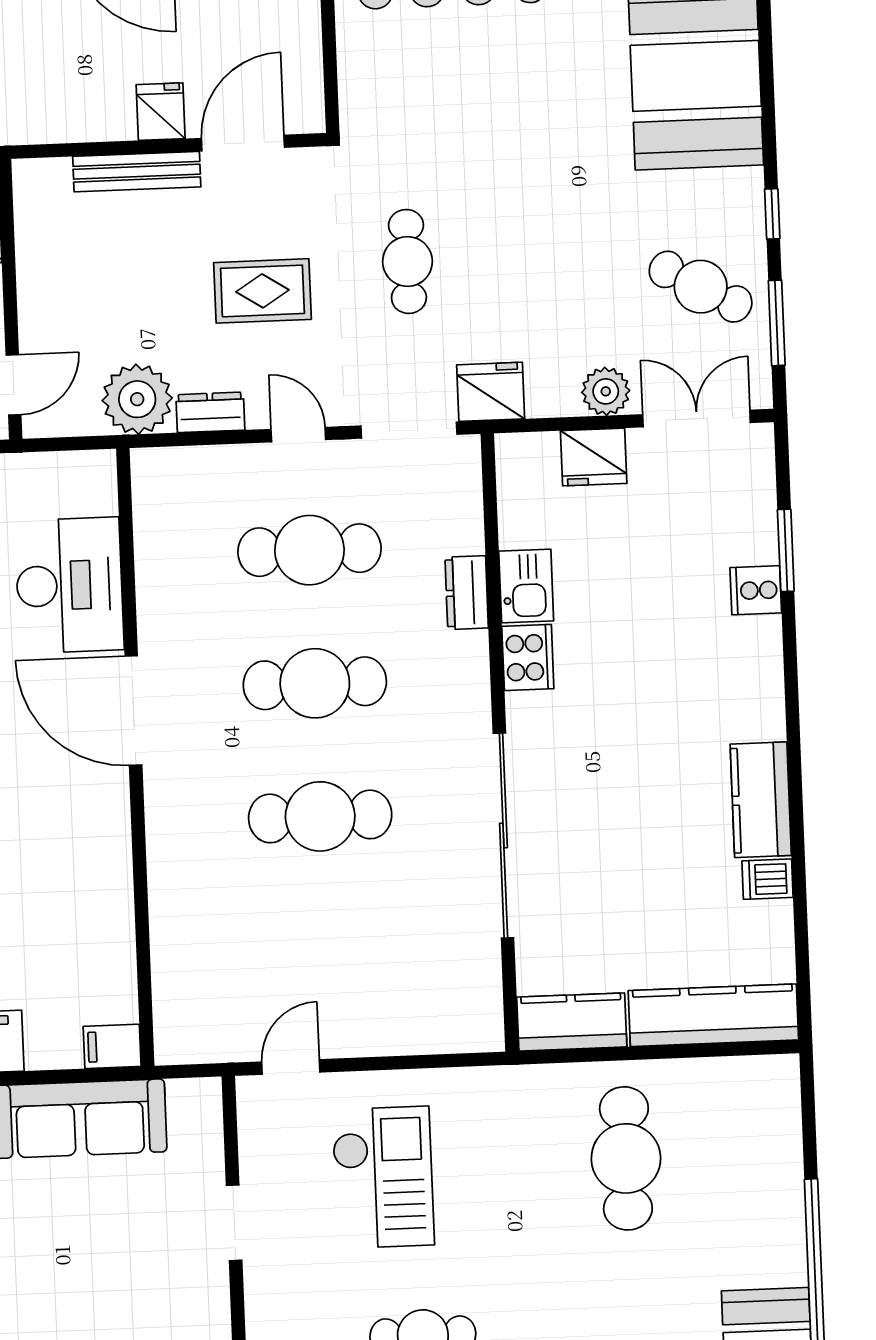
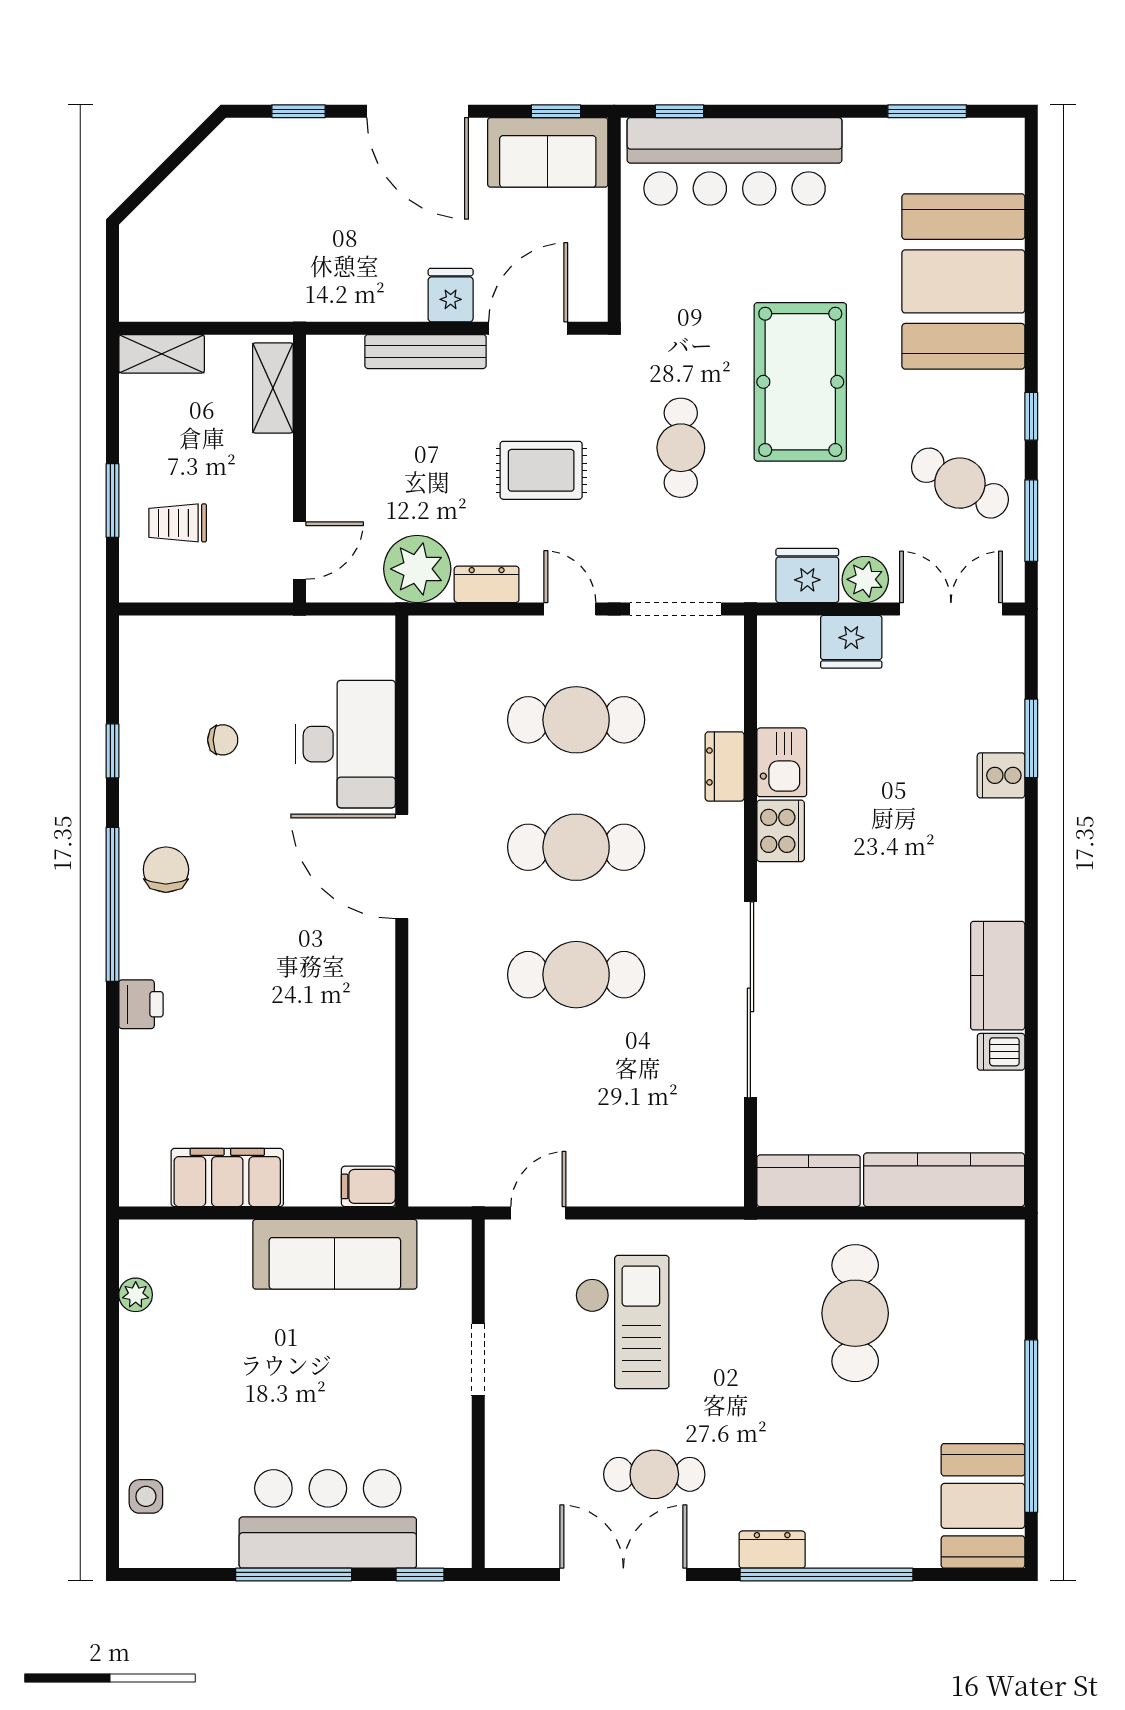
pool table: (530, 188) -> (800, 382), added
fridge: (491, 392) -> (807, 575), moved

